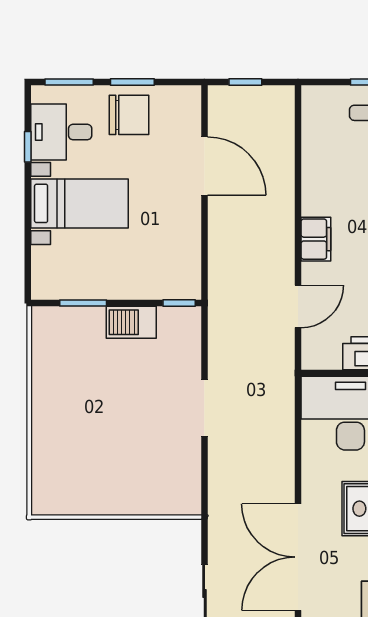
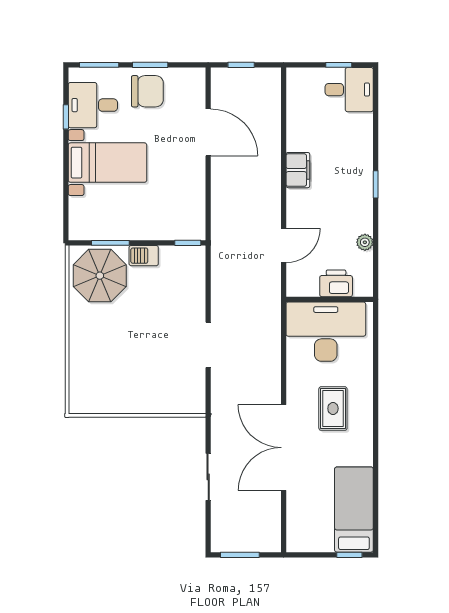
filing cabinet: (316, 239) -> (298, 170), moved
barbecue: (131, 322) -> (144, 256), width x0.73, depth x0.79
parasol: (70, 344) -> (100, 276), added
doorway: (204, 408) -> (208, 345), moved

